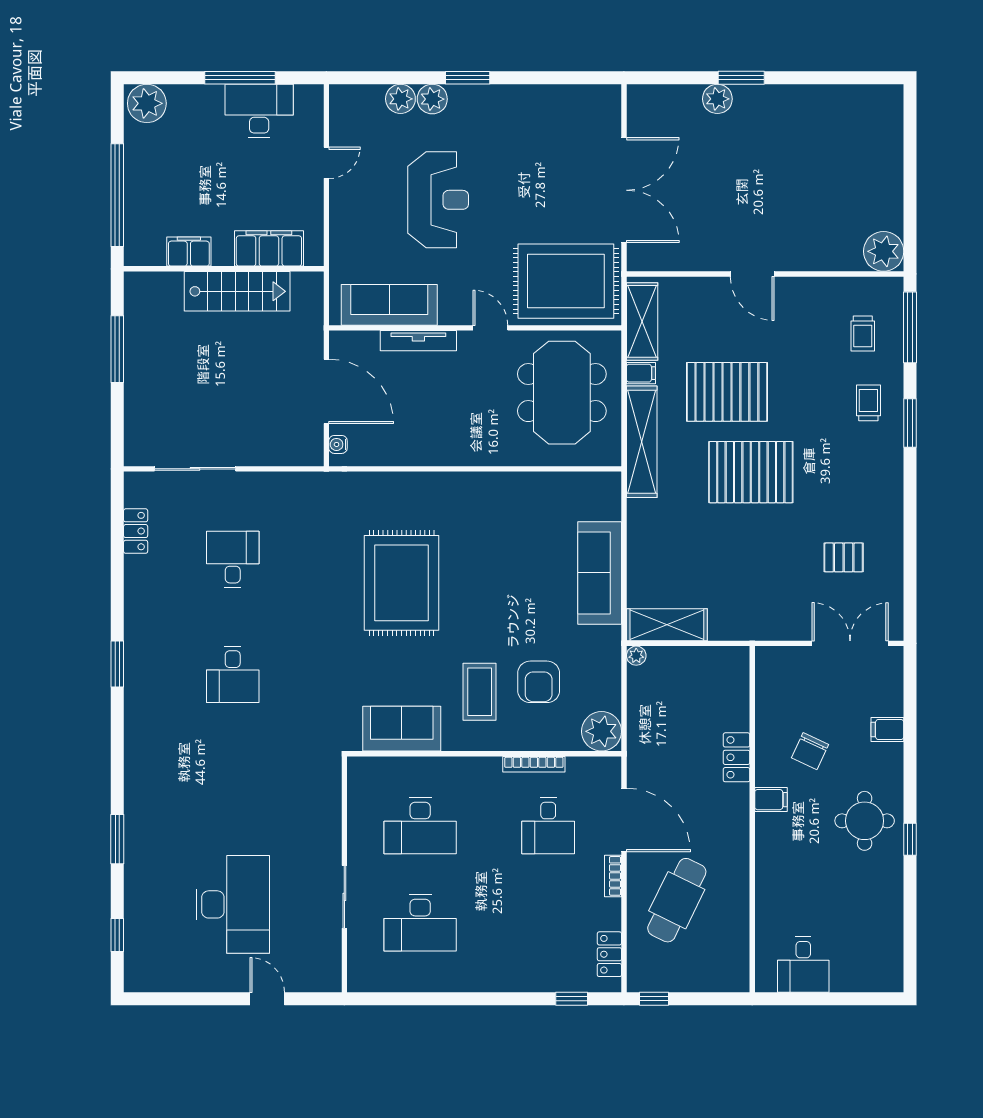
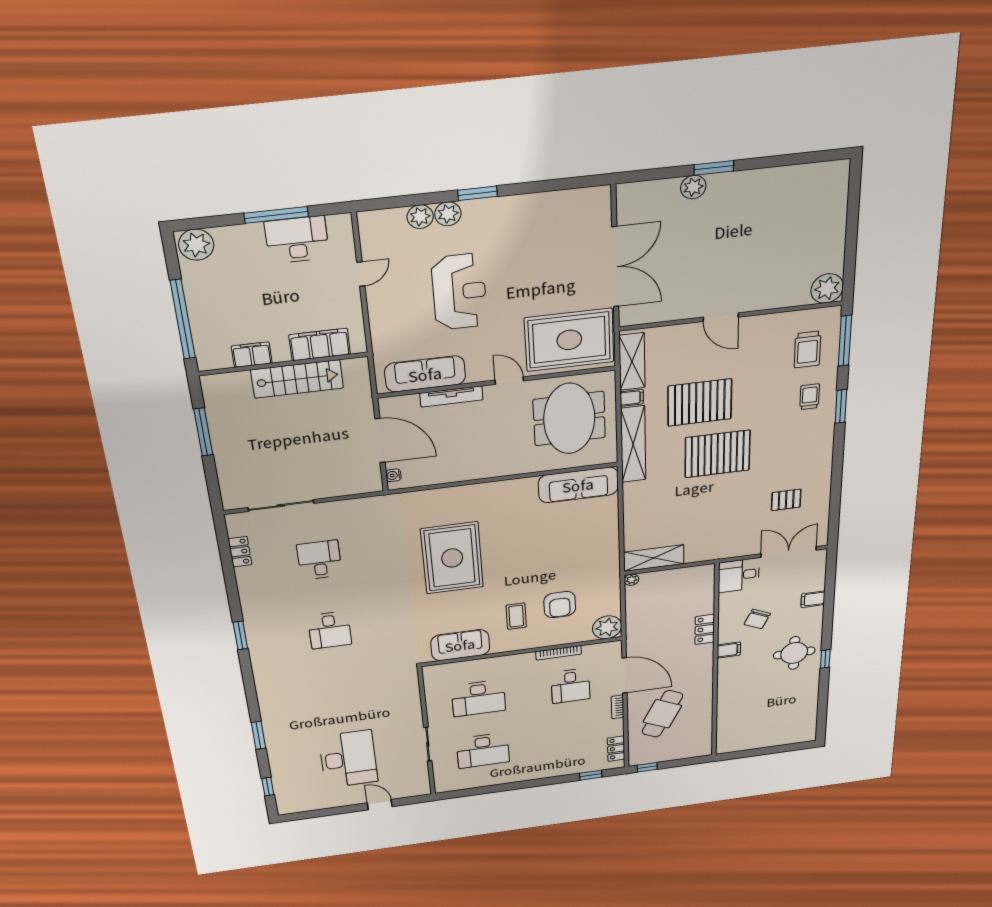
trolley: (863, 334) -> (808, 349), width x1.36, depth x1.39
sofa: (600, 573) -> (578, 485), moved, turned -90
coffee table: (480, 692) -> (516, 616), width x0.73, depth x0.77
desk: (803, 965) -> (739, 575), moved, turned 90

